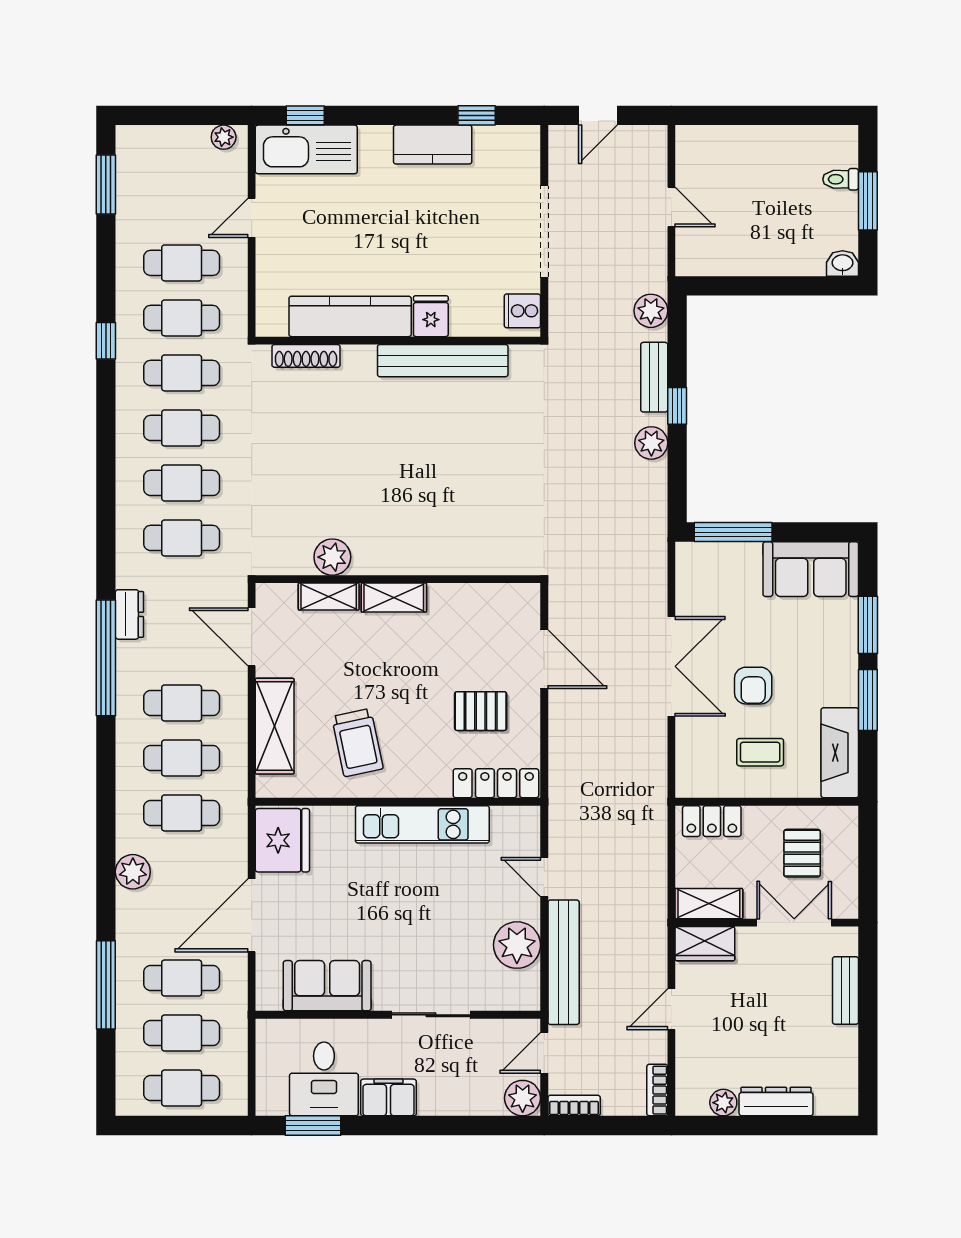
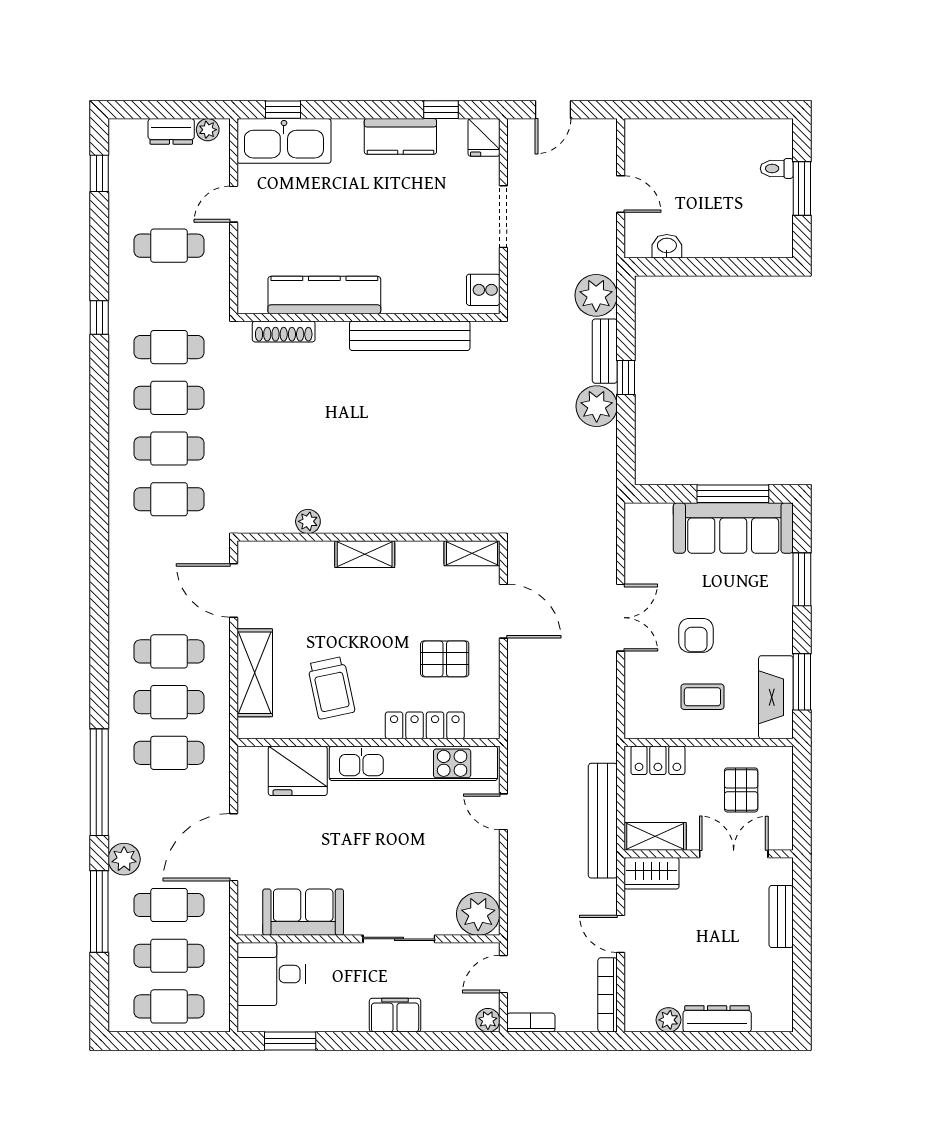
window: (106, 185) -> (99, 173), width x0.67
doorway: (544, 231) -> (503, 217), width x0.73
washbasin: (842, 263) -> (667, 246), moved
plant: (651, 311) -> (596, 295), width x1.36, depth x1.36
fridge: (431, 316) -> (484, 137), moved, turned 180
cafe table: (182, 318) -> (169, 296), removed
plant: (651, 443) -> (597, 406), width x1.36, depth x1.36
window: (733, 532) -> (733, 494), moved
plant: (332, 557) -> (308, 521), width x0.73, depth x0.73
sofa: (811, 569) -> (733, 528), width x1.36
shelving: (329, 597) -> (472, 553), moved
dresser: (129, 614) -> (171, 131), moved, turned 90
window: (106, 658) -> (99, 782), moved
double door: (671, 666) -> (621, 618), width x0.73
window: (868, 700) -> (802, 682), moved
locker: (496, 783) -> (425, 725), moved
kitchen unit: (422, 824) -> (413, 763), width x1.36
fridge: (282, 840) -> (298, 771), moved, turned 90
plant: (133, 872) -> (124, 859), moved
plant: (517, 945) -> (478, 914), moved
bench: (564, 962) -> (603, 821), moved
door: (671, 1009) -> (621, 934), hinge flipped
desk: (324, 1079) -> (271, 974), moved, turned 90
bookcase: (657, 1090) -> (608, 995), width x1.56
filing cabinet: (388, 1097) -> (395, 1015), moved
plant: (523, 1098) -> (488, 1020), width x0.73, depth x0.73

